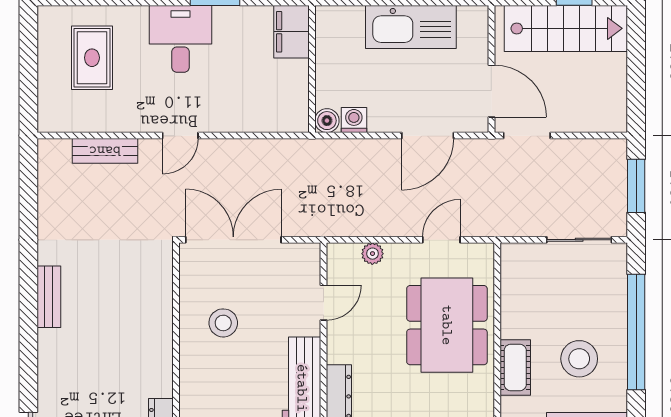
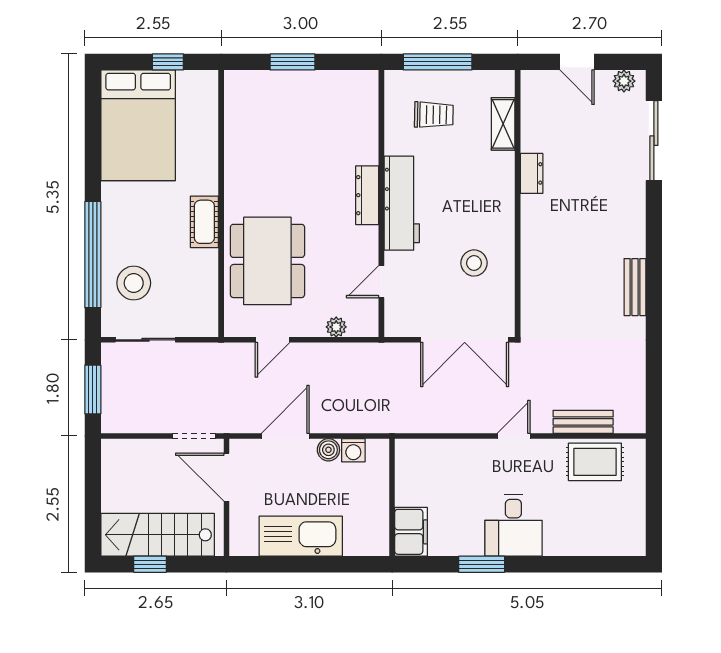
rug: (92, 58) -> (595, 462), moved, turned 90
boiler: (327, 121) -> (328, 450), moved
stool: (579, 359) -> (134, 283), moved

